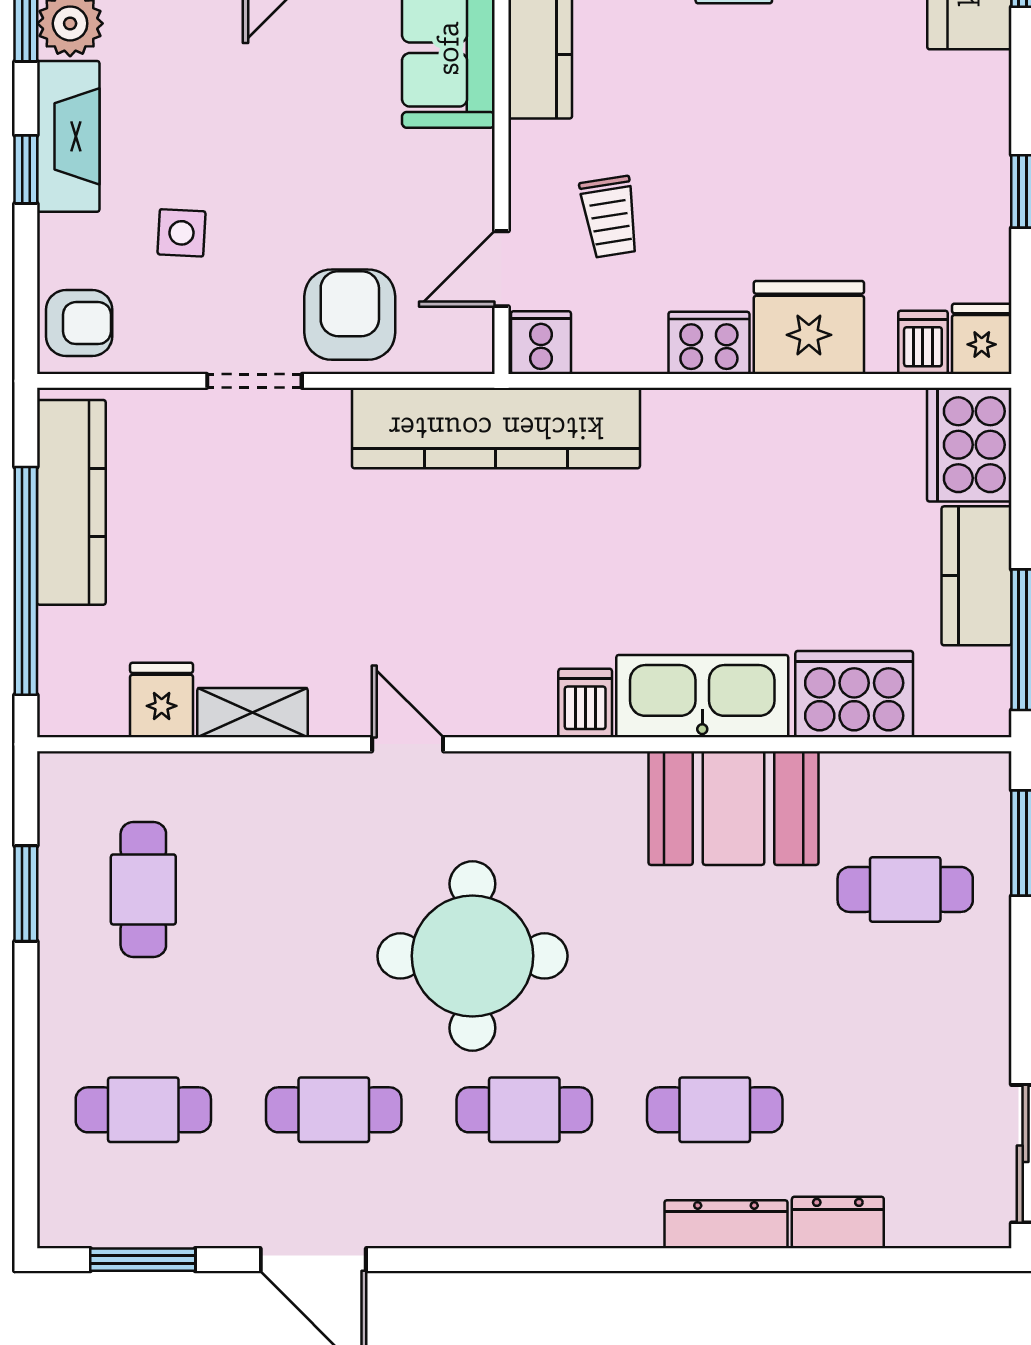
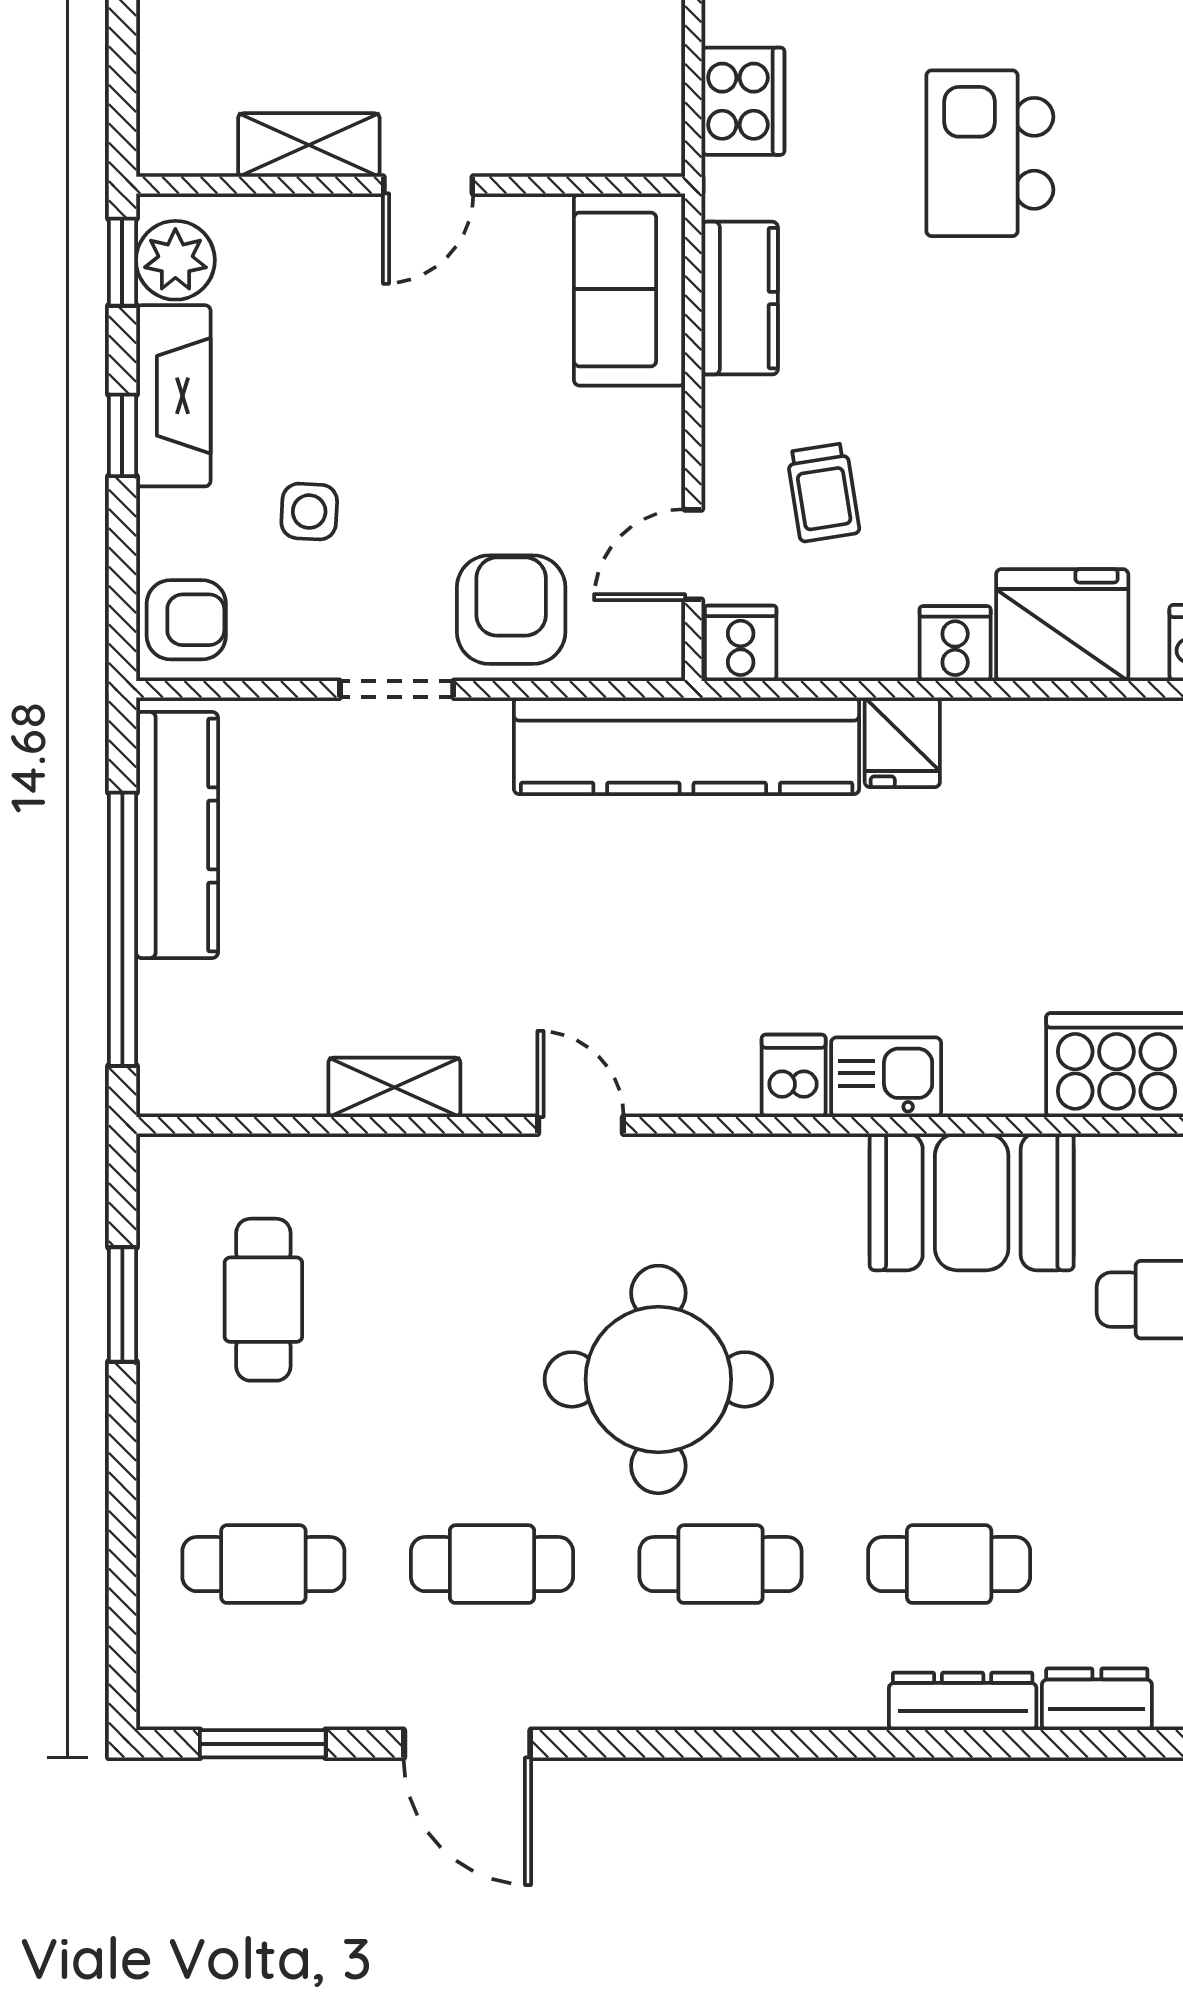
cooker: (709, 343) -> (955, 644), width x0.73
kitchen sink: (702, 696) -> (886, 1077), width x0.53, depth x0.81
fridge: (162, 700) -> (902, 742), moved, turned 180

